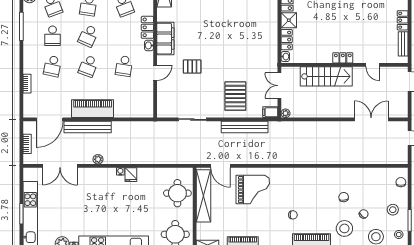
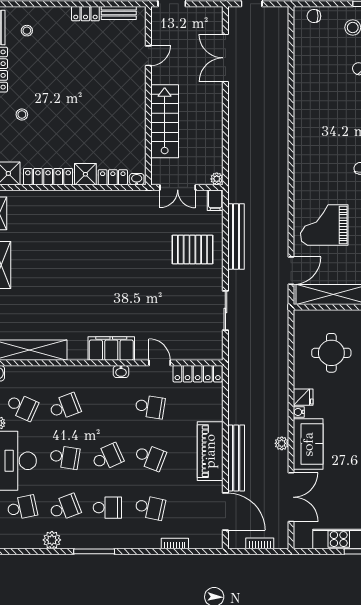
locker: (147, 27) -> (198, 374), moved, width x1.53
school desk: (88, 36) -> (107, 457), turned -48
locker: (343, 58) -> (138, 98), removed
pallet: (192, 67) -> (151, 311), removed
sofa: (98, 178) -> (308, 444), added
grand piano: (253, 190) -> (324, 225), turned -90
round table: (177, 193) -> (331, 353), moved
chair: (344, 197) -> (335, 97), removed

